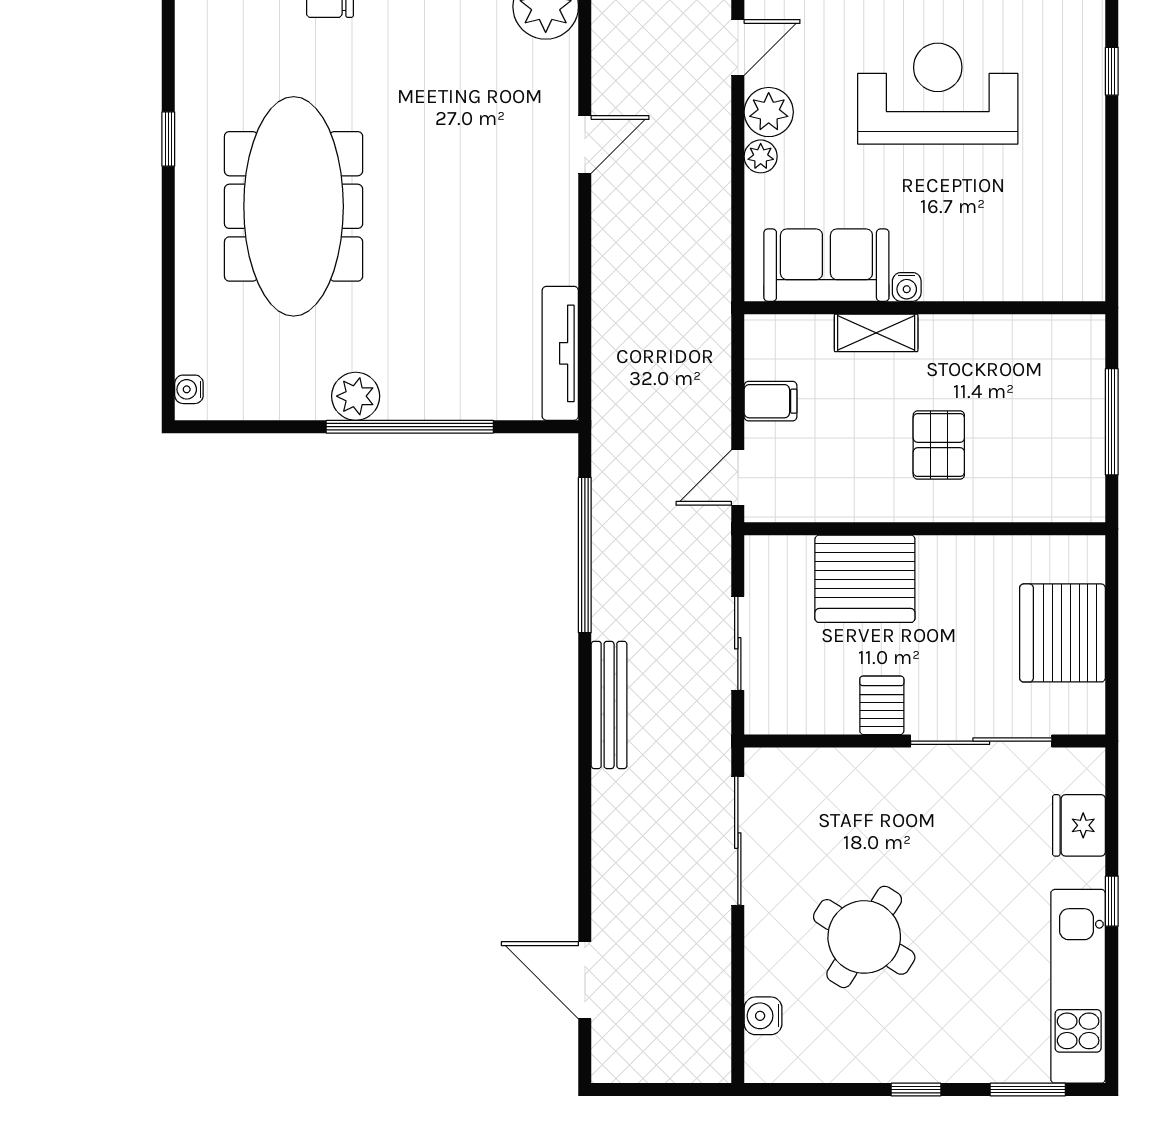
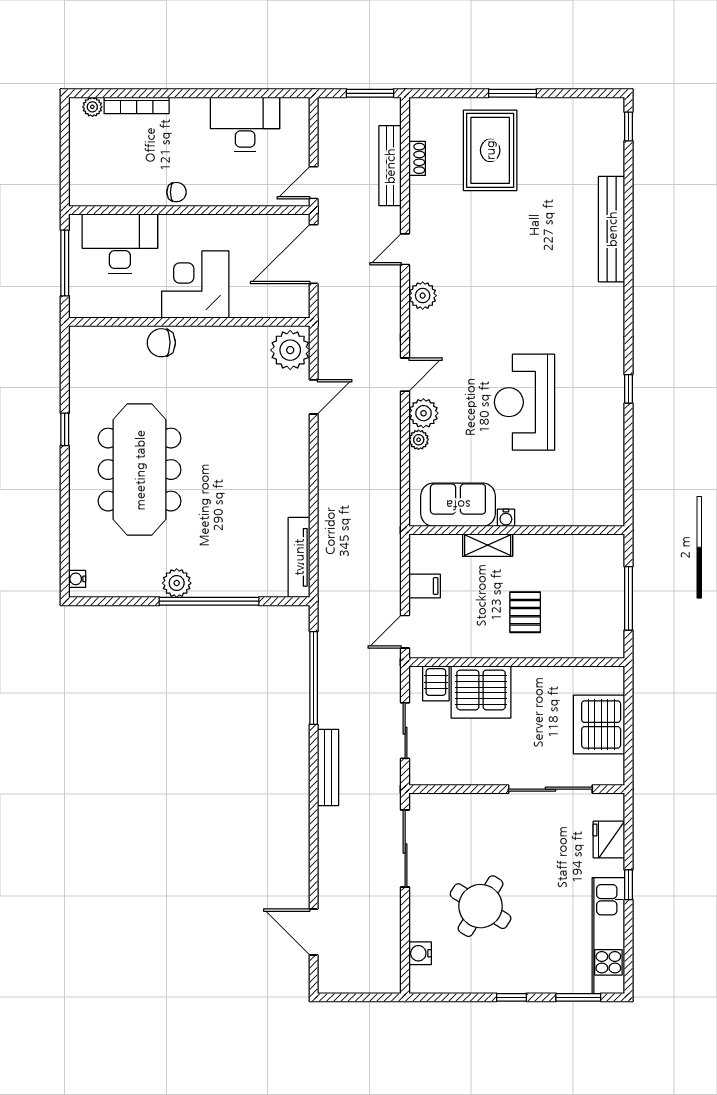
reception desk: (938, 94) -> (524, 402), turned -90
door: (585, 145) -> (314, 397), moved
server rack: (882, 705) -> (436, 683), moved, turned 180

